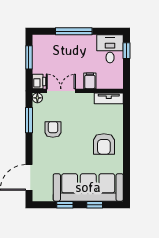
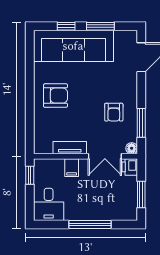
window: (127, 51) -> (30, 175), moved
tv unit: (109, 98) -> (70, 148), moved
armchair: (104, 144) -> (56, 96), turned 90
window: (65, 205) -> (100, 26), width x1.50

